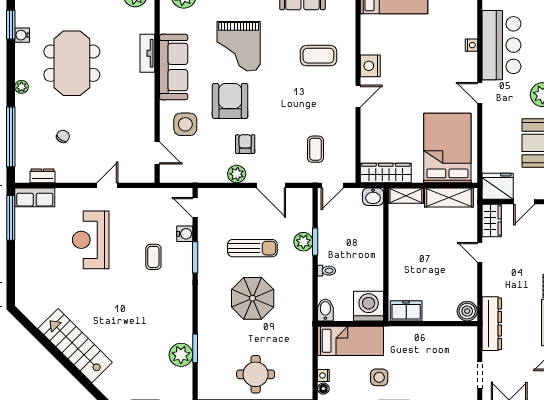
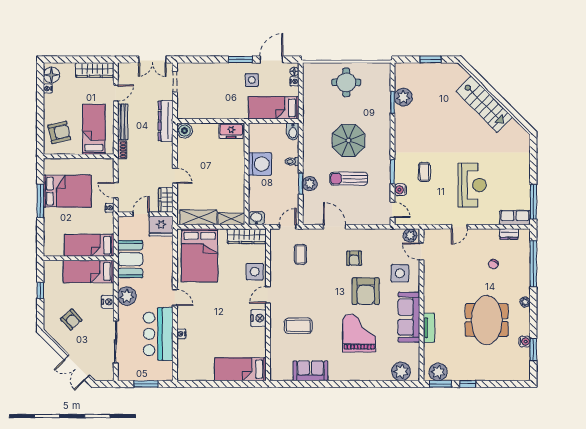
side table: (375, 127) -> (255, 272), added
plant: (237, 174) -> (410, 235), moved
washing machine: (369, 306) -> (260, 164), moved, turned -90

